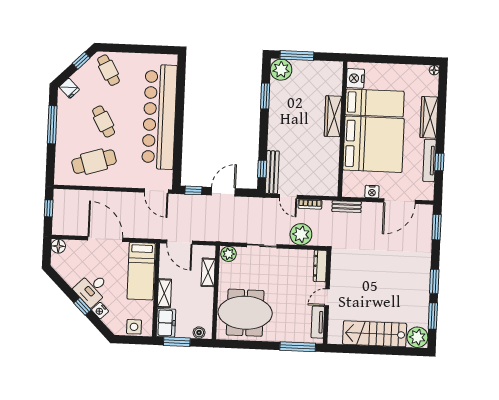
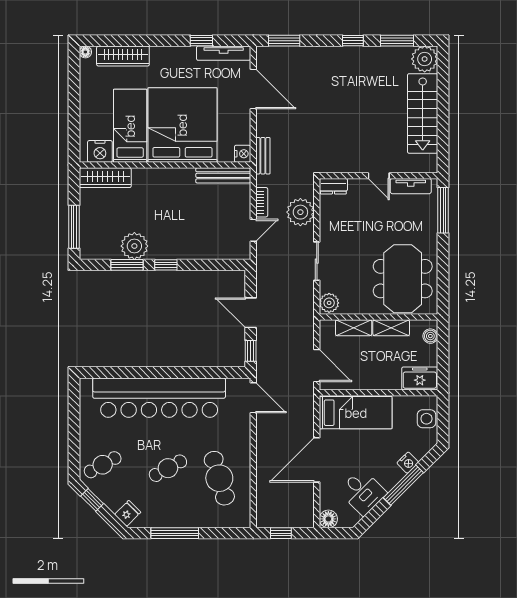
plant: (281, 70) -> (134, 246), moved
wardrobe: (333, 116) -> (105, 178), moved
wardrobe: (429, 117) -> (123, 56), moved
tv unit: (429, 160) -> (224, 53), moved
window: (262, 169) -> (166, 265), moved
bench: (272, 172) -> (223, 175), moved
door: (156, 191) -> (253, 398), hinge flipped
nightstand: (372, 192) -> (243, 154), moved
door: (179, 242) -> (317, 366), hinge flipped
dresser: (320, 266) -> (333, 186), width x0.70
window: (434, 281) -> (353, 41), width x0.67
desk: (92, 289) -> (363, 492), moved
shelving: (164, 293) -> (391, 328), moved
window: (82, 306) -> (403, 485), width x2.17
window: (177, 342) -> (443, 364), removed

